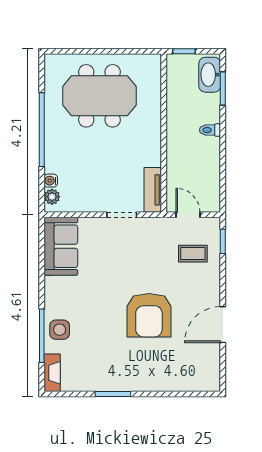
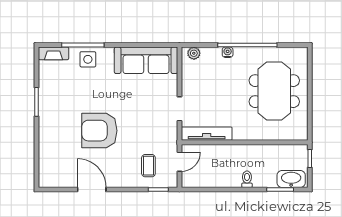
water cooler: (51, 181) -> (228, 52), moved
tv unit: (153, 190) -> (207, 134), width x1.41
sofa: (61, 246) -> (146, 60), width x1.36

